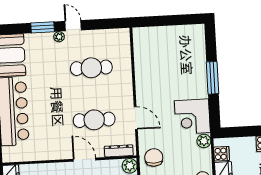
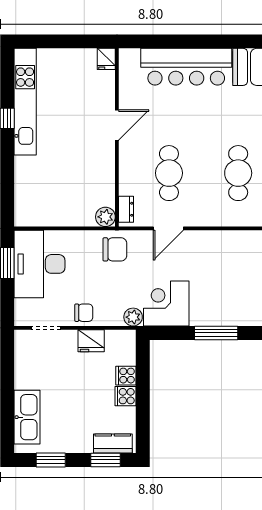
dresser: (119, 151) -> (126, 209), width x0.70
cooker: (222, 154) -> (126, 376), moved, turned 90
door: (84, 160) -> (117, 125), moved

